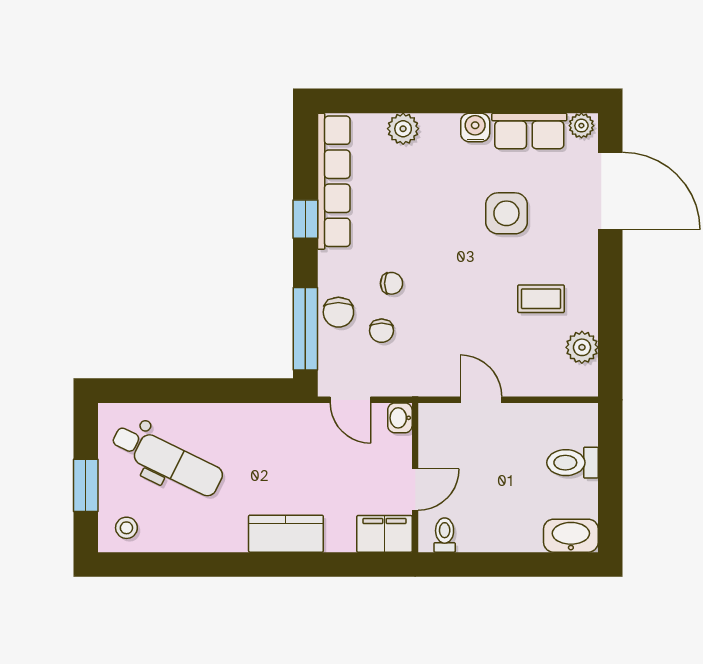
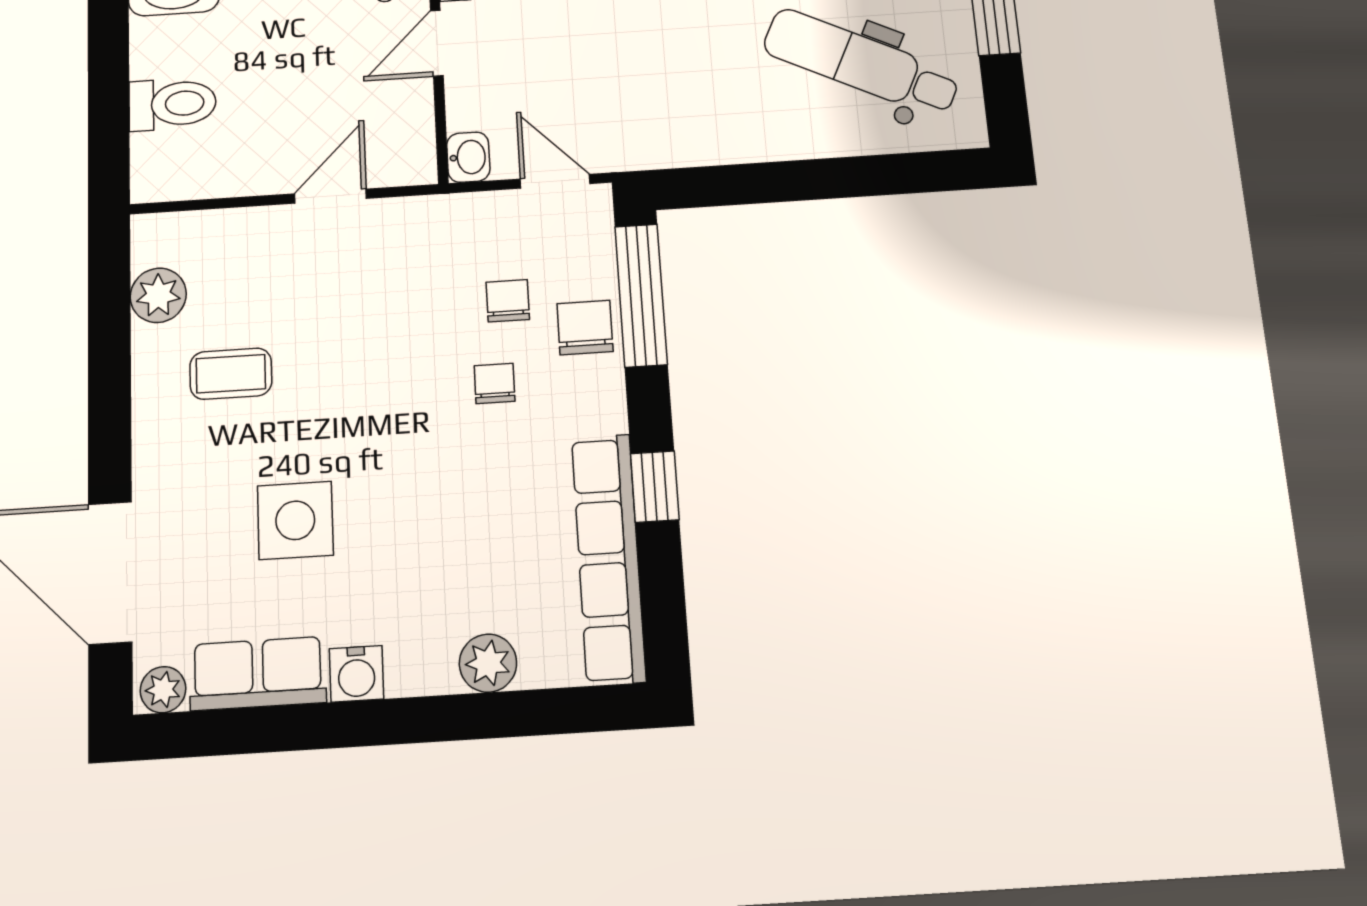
chair: (392, 283) -> (495, 383), turned 90
door: (481, 400) -> (330, 196), swing flipped

